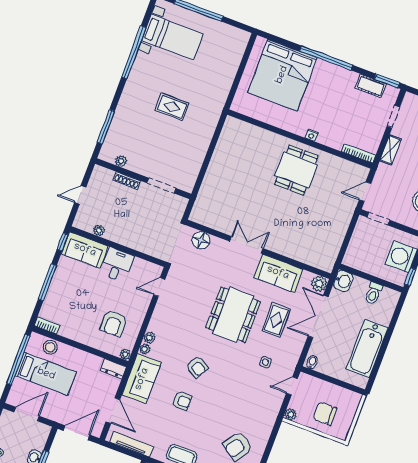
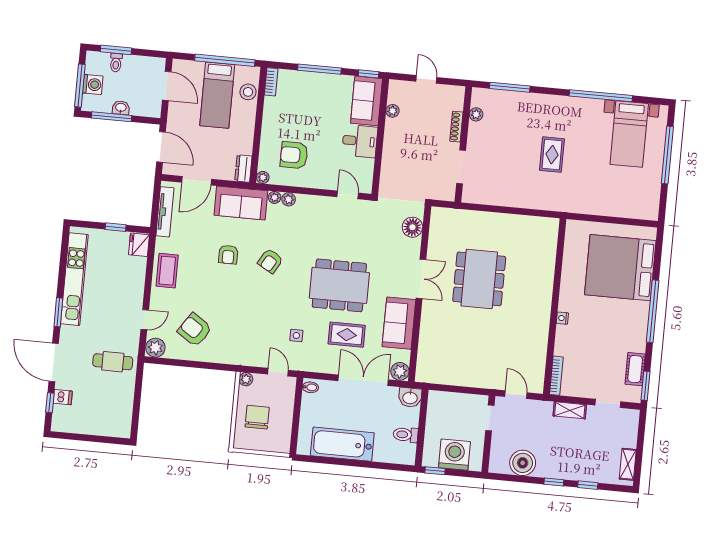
dining table: (296, 170) -> (479, 279), moved, width x1.38

